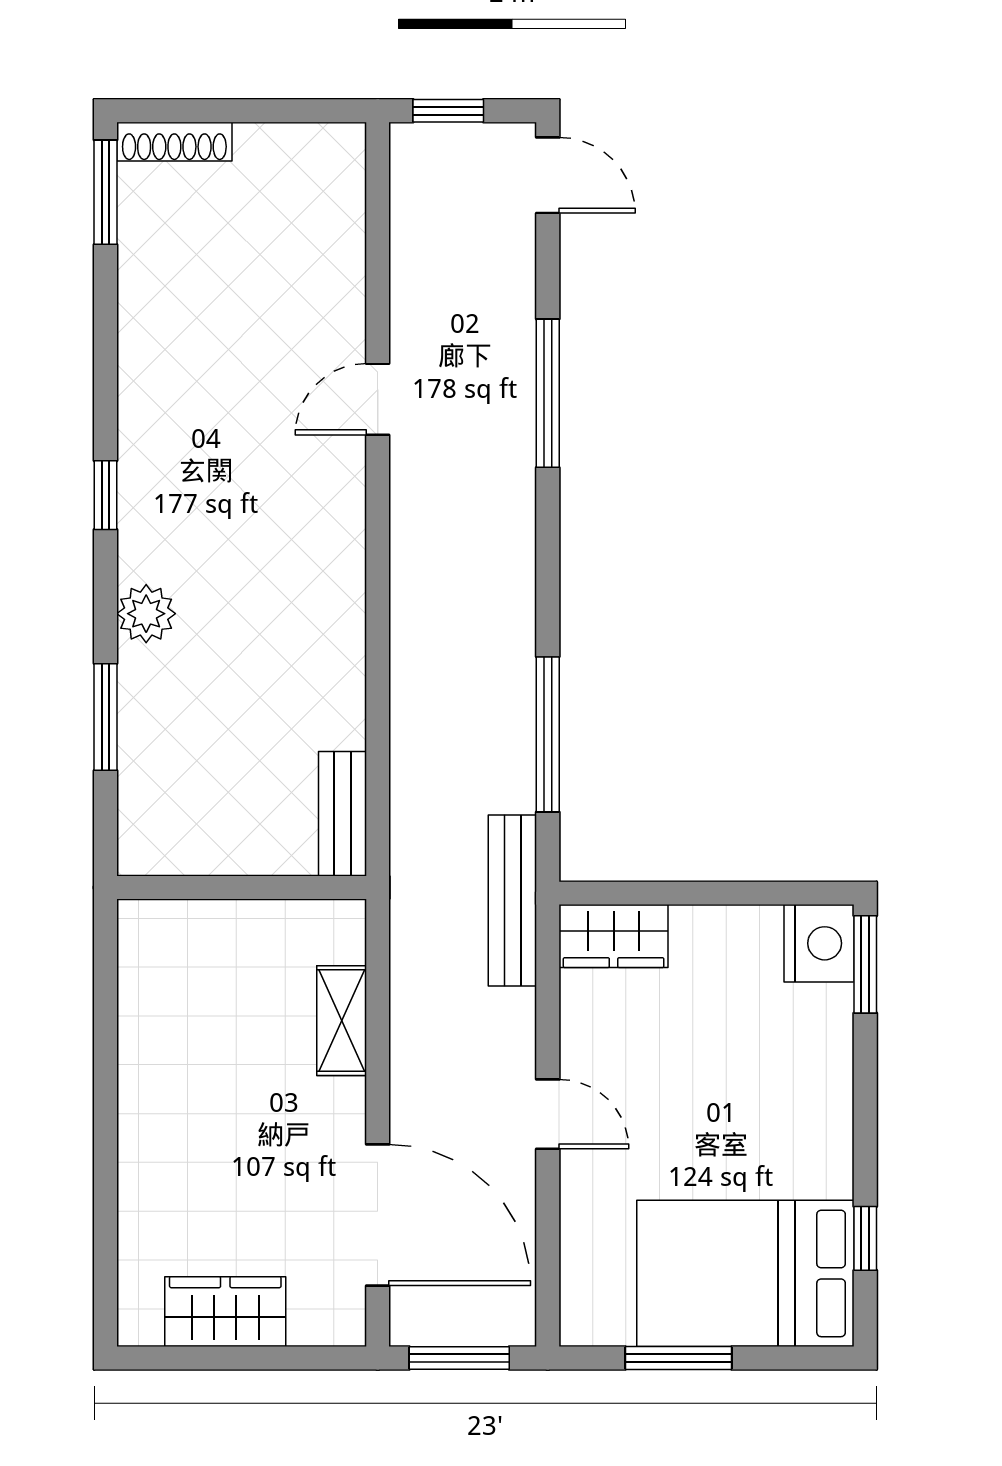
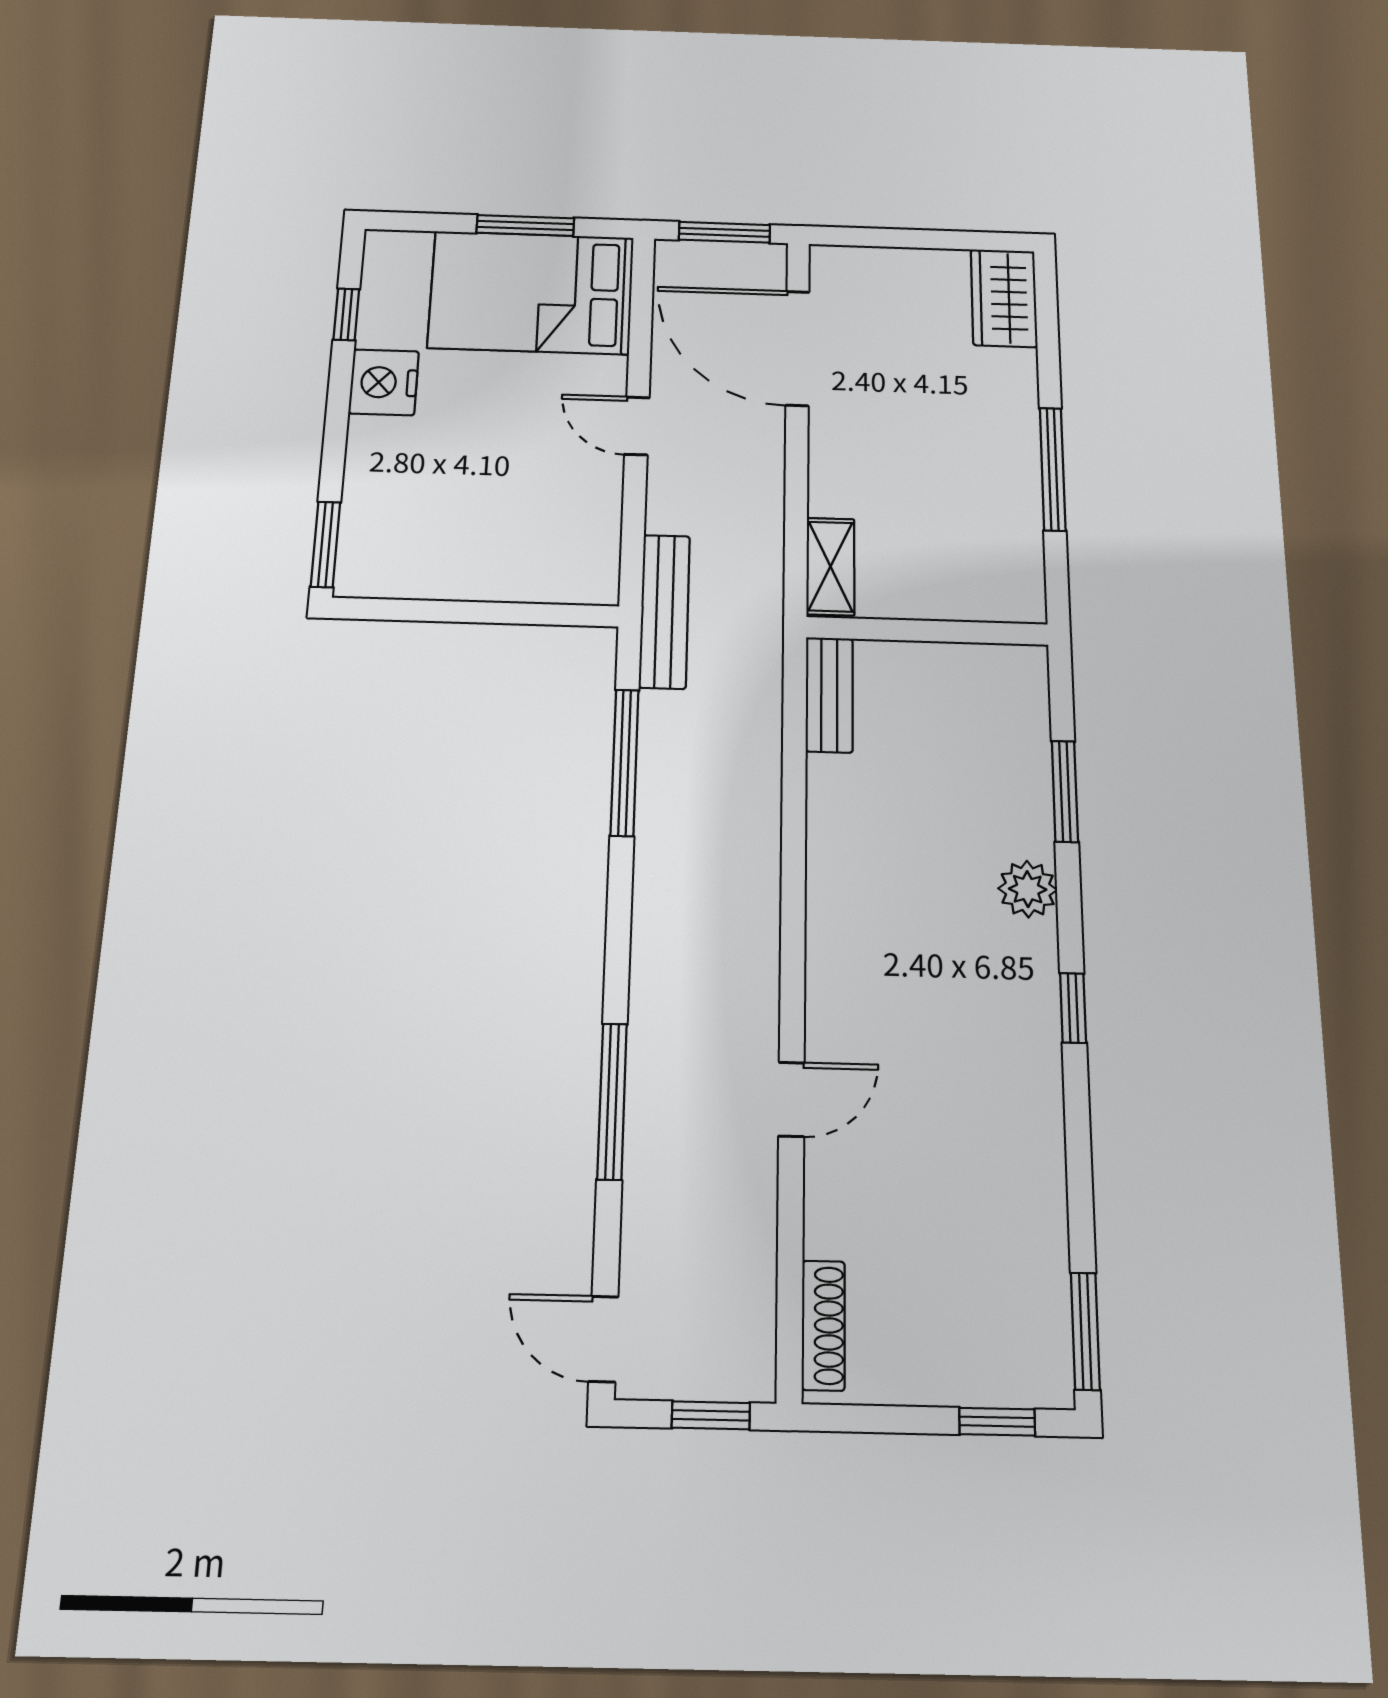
window: (189, 111) -> (997, 1422), added
shoe rack: (174, 142) -> (823, 1325), moved, turned 90
wardrobe: (614, 936) -> (568, 577), removed
nightstand: (819, 943) -> (384, 382), moved
shelving: (342, 1021) -> (830, 566), moved
window: (106, 1079) -> (1053, 469), added
bed: (745, 1273) -> (531, 292), moved, turned 180
wardrobe: (225, 1312) -> (1004, 298), moved, turned 90

